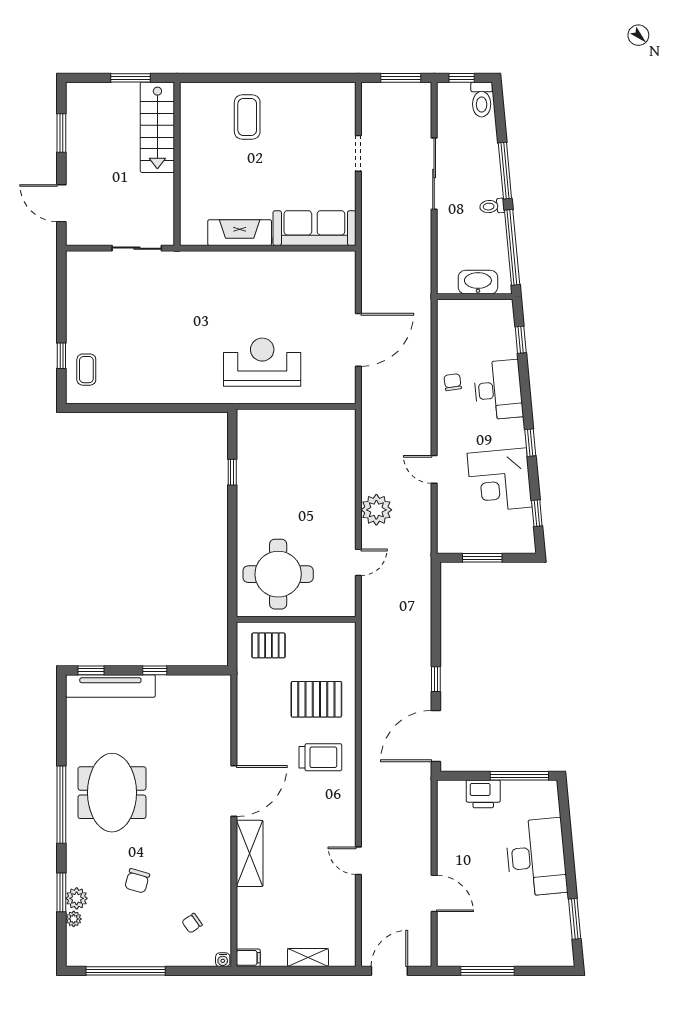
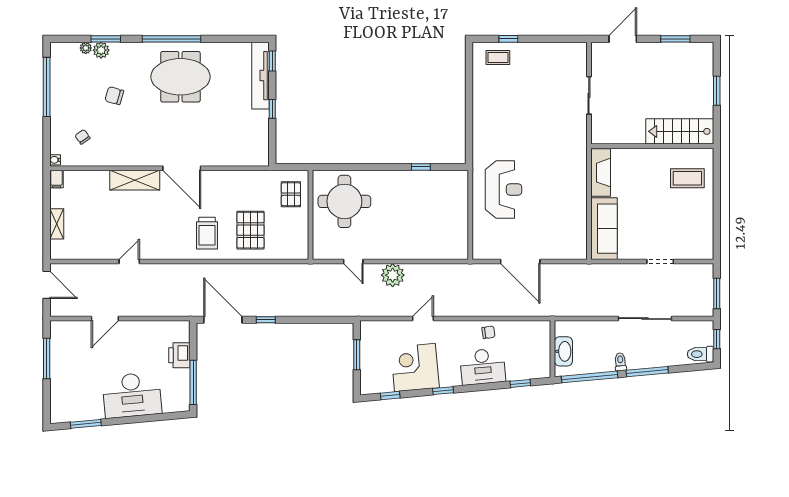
stairs: (157, 127) -> (680, 131), moved
wall: (177, 164) -> (652, 146), moved

